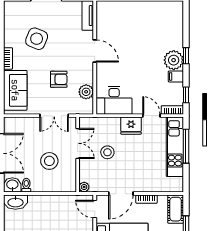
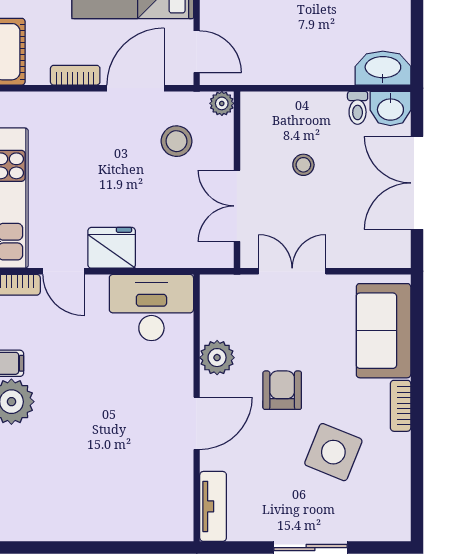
door: (95, 51) -> (197, 423), swing flipped
armchair: (59, 79) -> (282, 390), moved, turned 90
plant: (86, 92) -> (217, 358), moved
stool: (107, 152) -> (176, 141), moved
stool: (49, 161) -> (303, 165), width x0.53, depth x0.53

